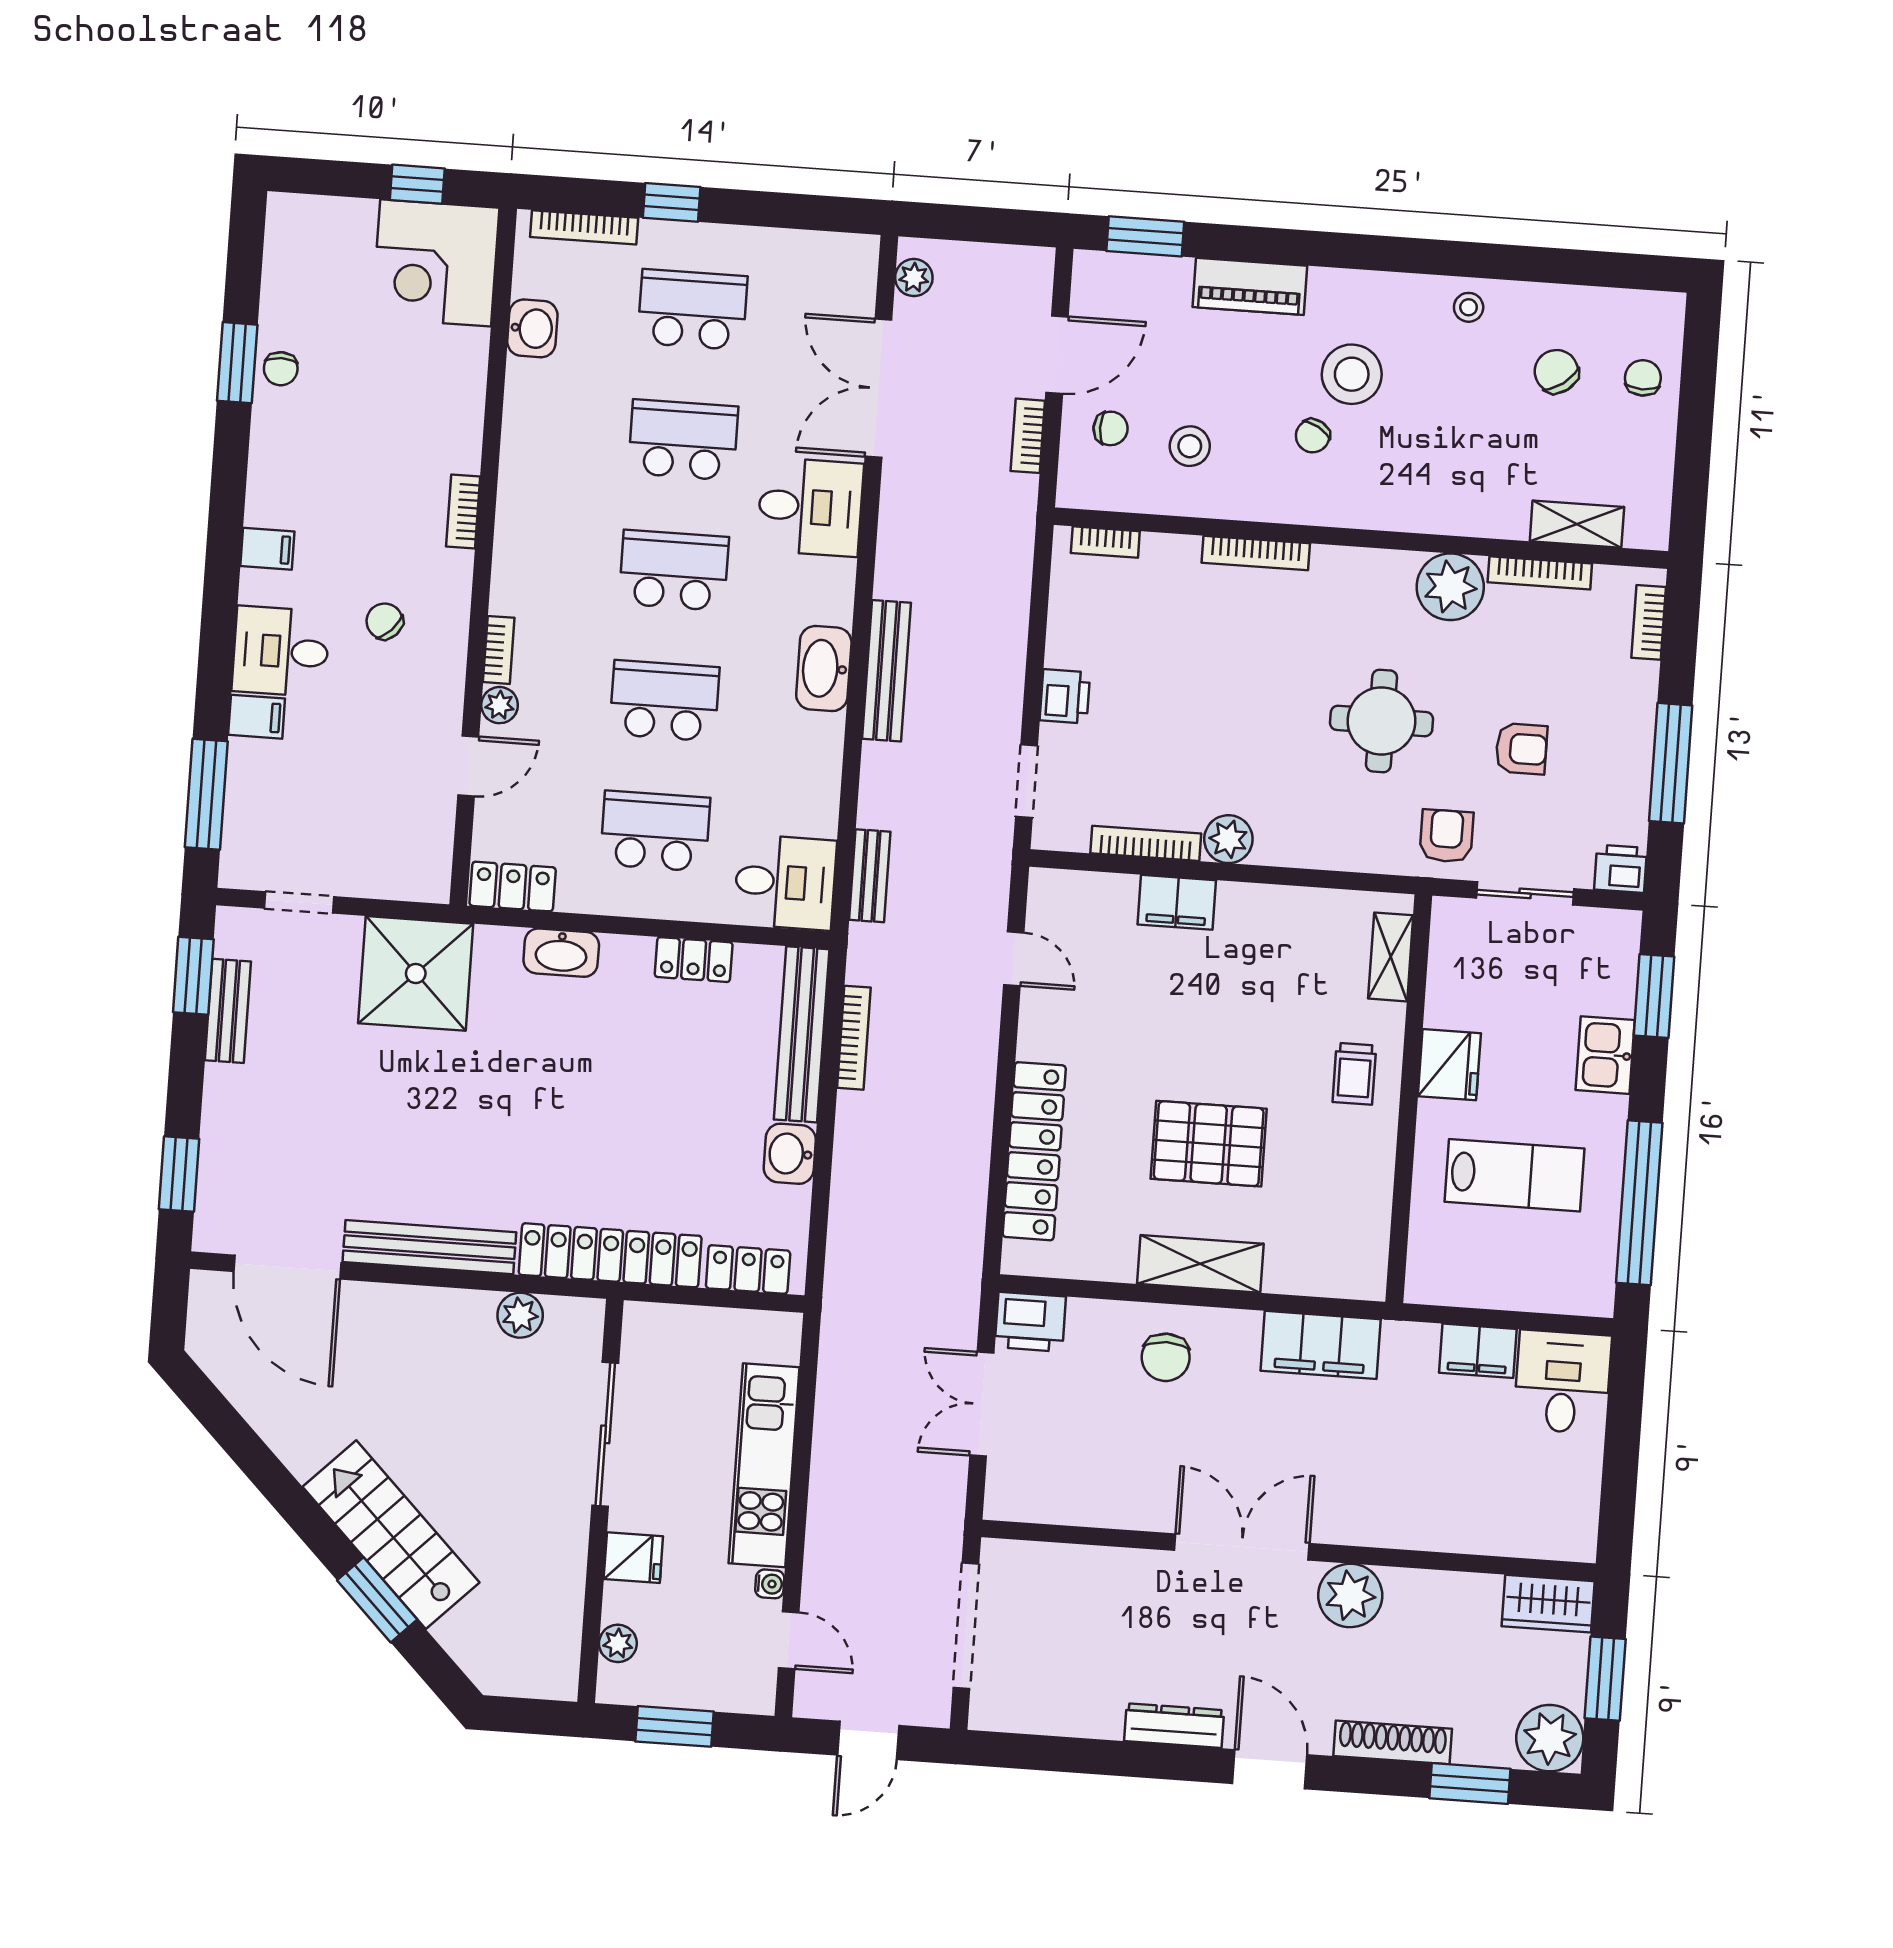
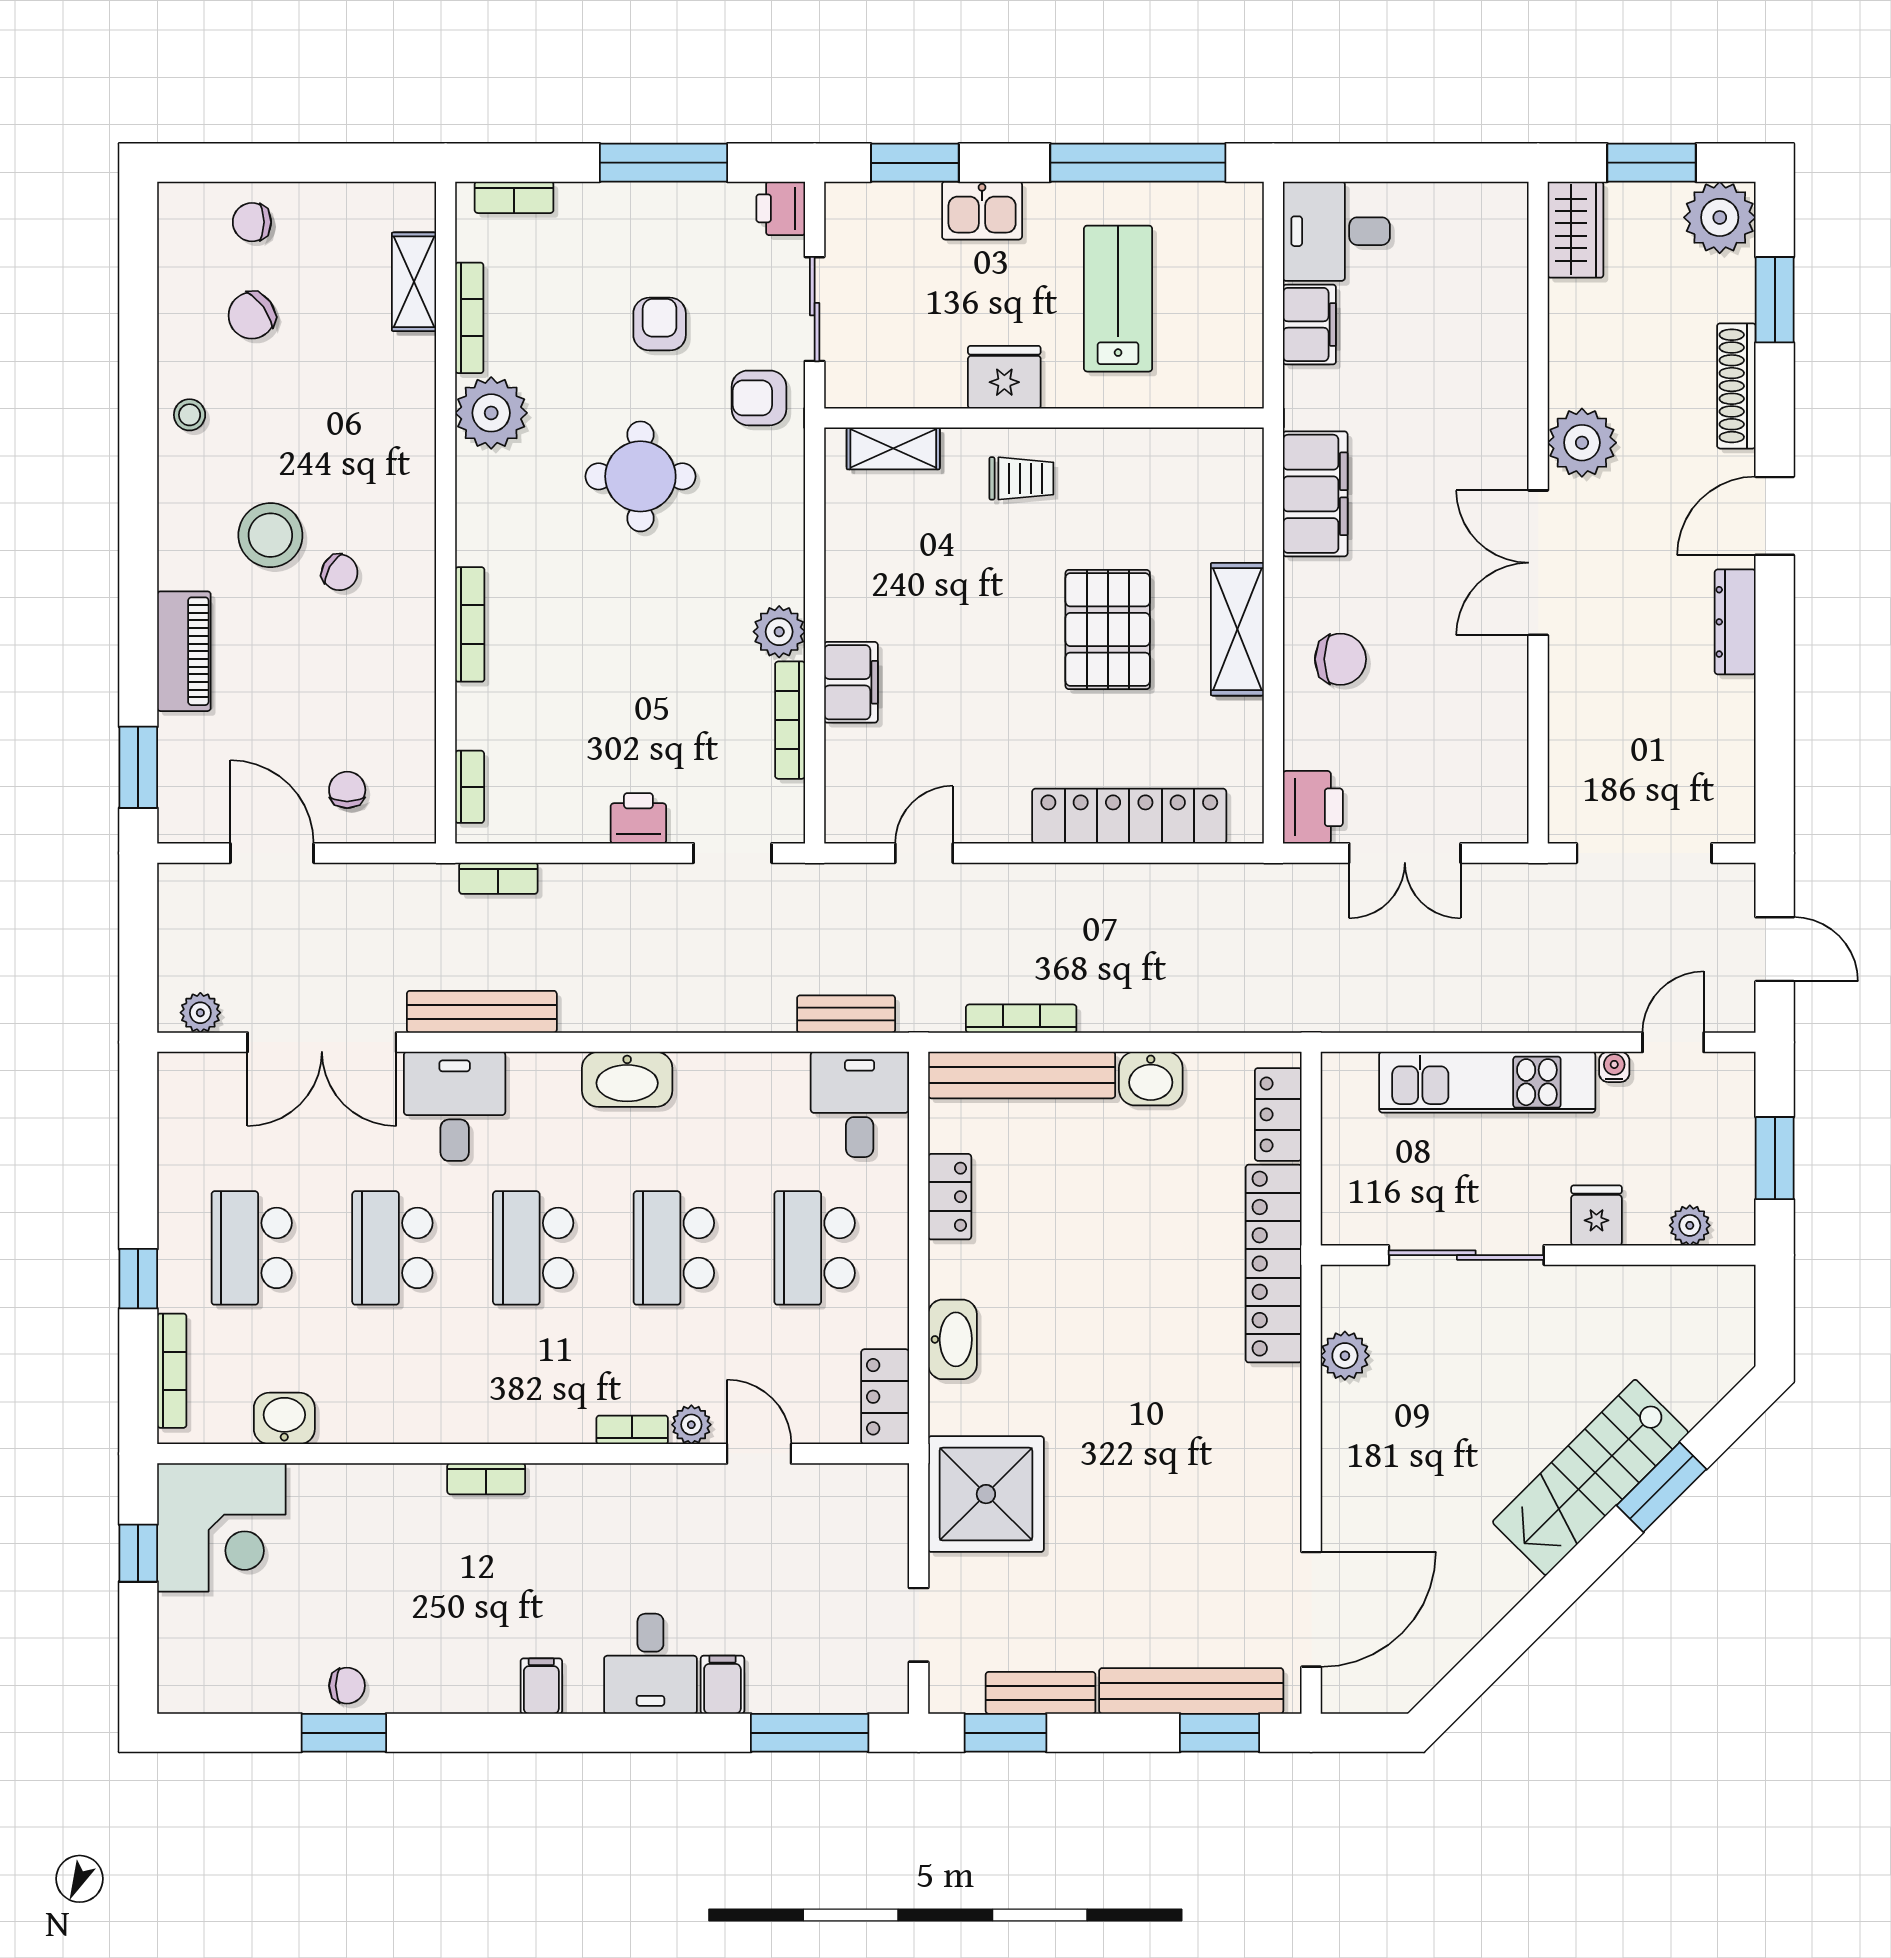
bookcase: (1028, 436) -> (498, 878), moved
stool: (1190, 446) -> (360, 703), removed
chair: (385, 621) -> (610, 1555), removed
bench: (887, 671) -> (482, 1012), moved
bench: (429, 1247) -> (1191, 1691), moved, turned 90

